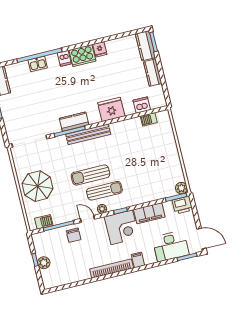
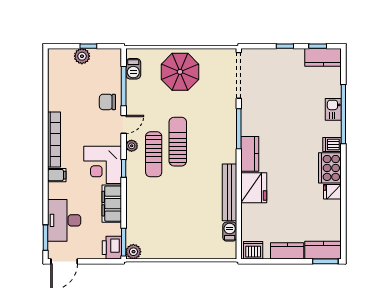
dishwasher: (142, 105) -> (253, 250), moved, turned -90
kitchen counter: (74, 122) -> (250, 154), moved
bench: (88, 134) -> (229, 192), moved

